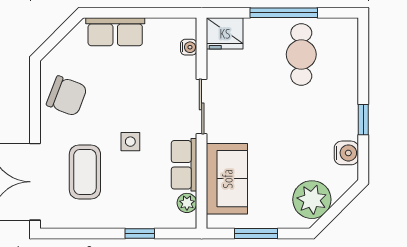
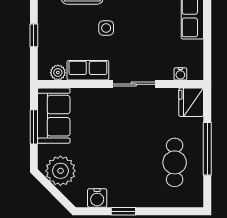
cafe table: (301, 54) -> (175, 162), turned 90
sofa: (227, 179) -> (54, 116), moved, turned -90

